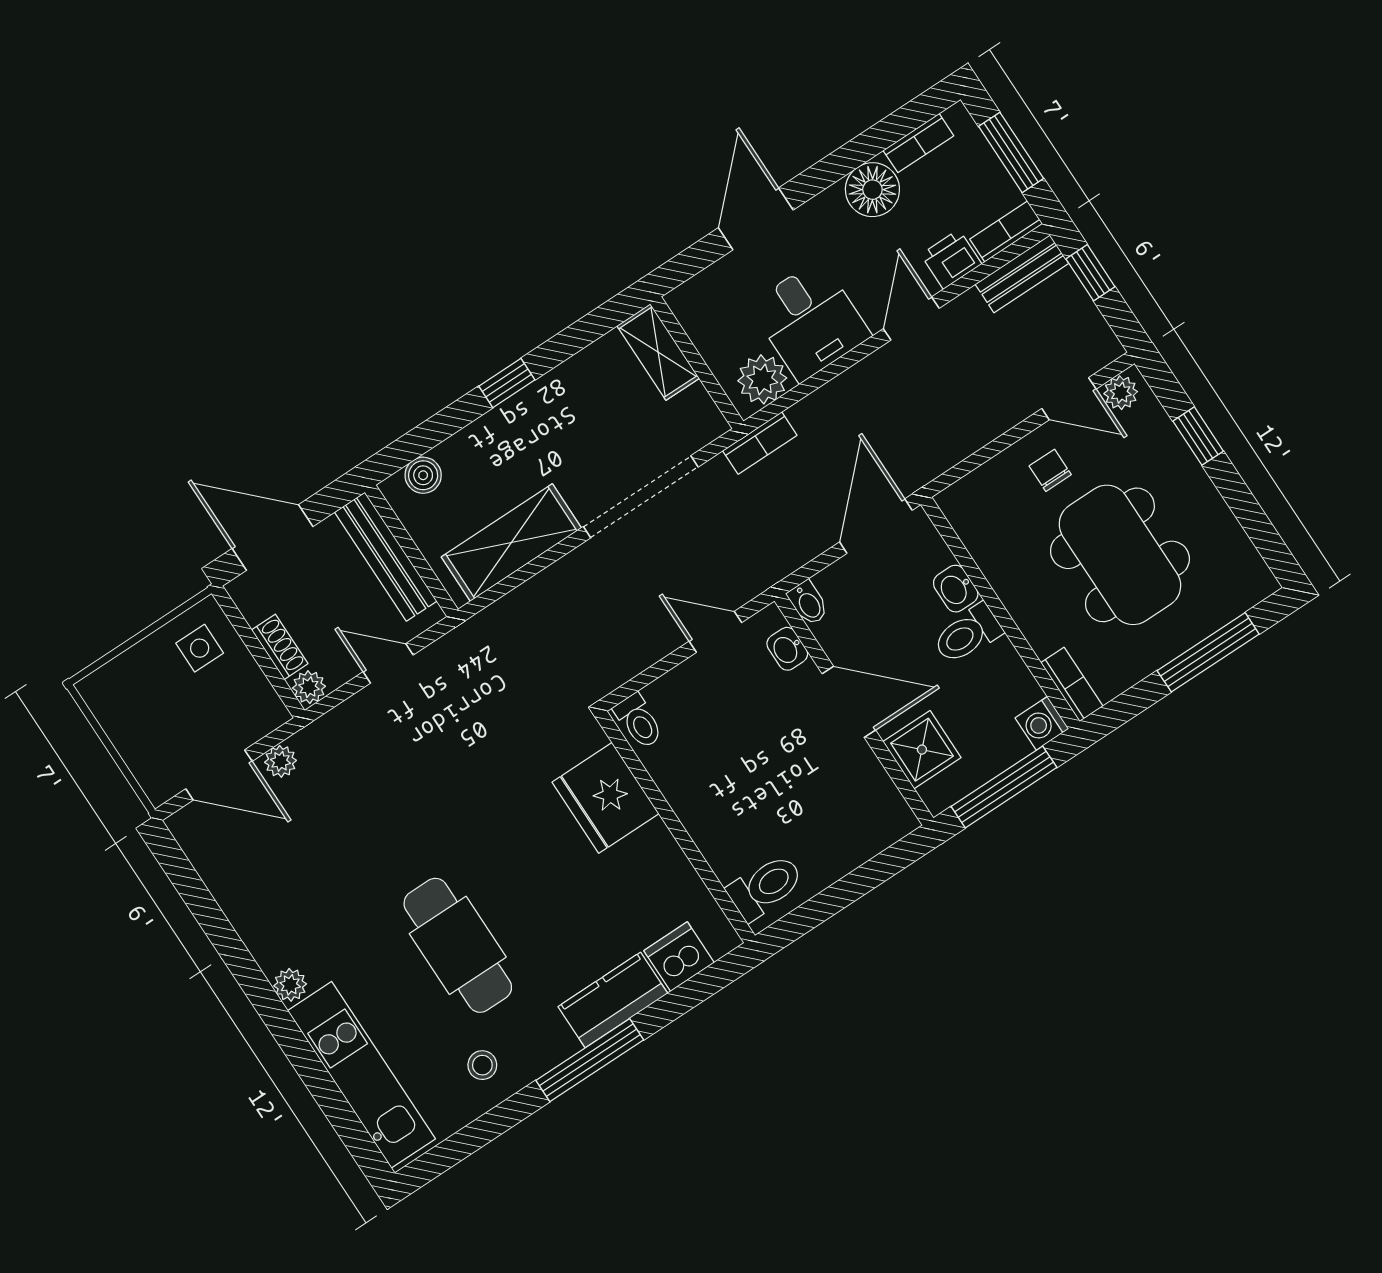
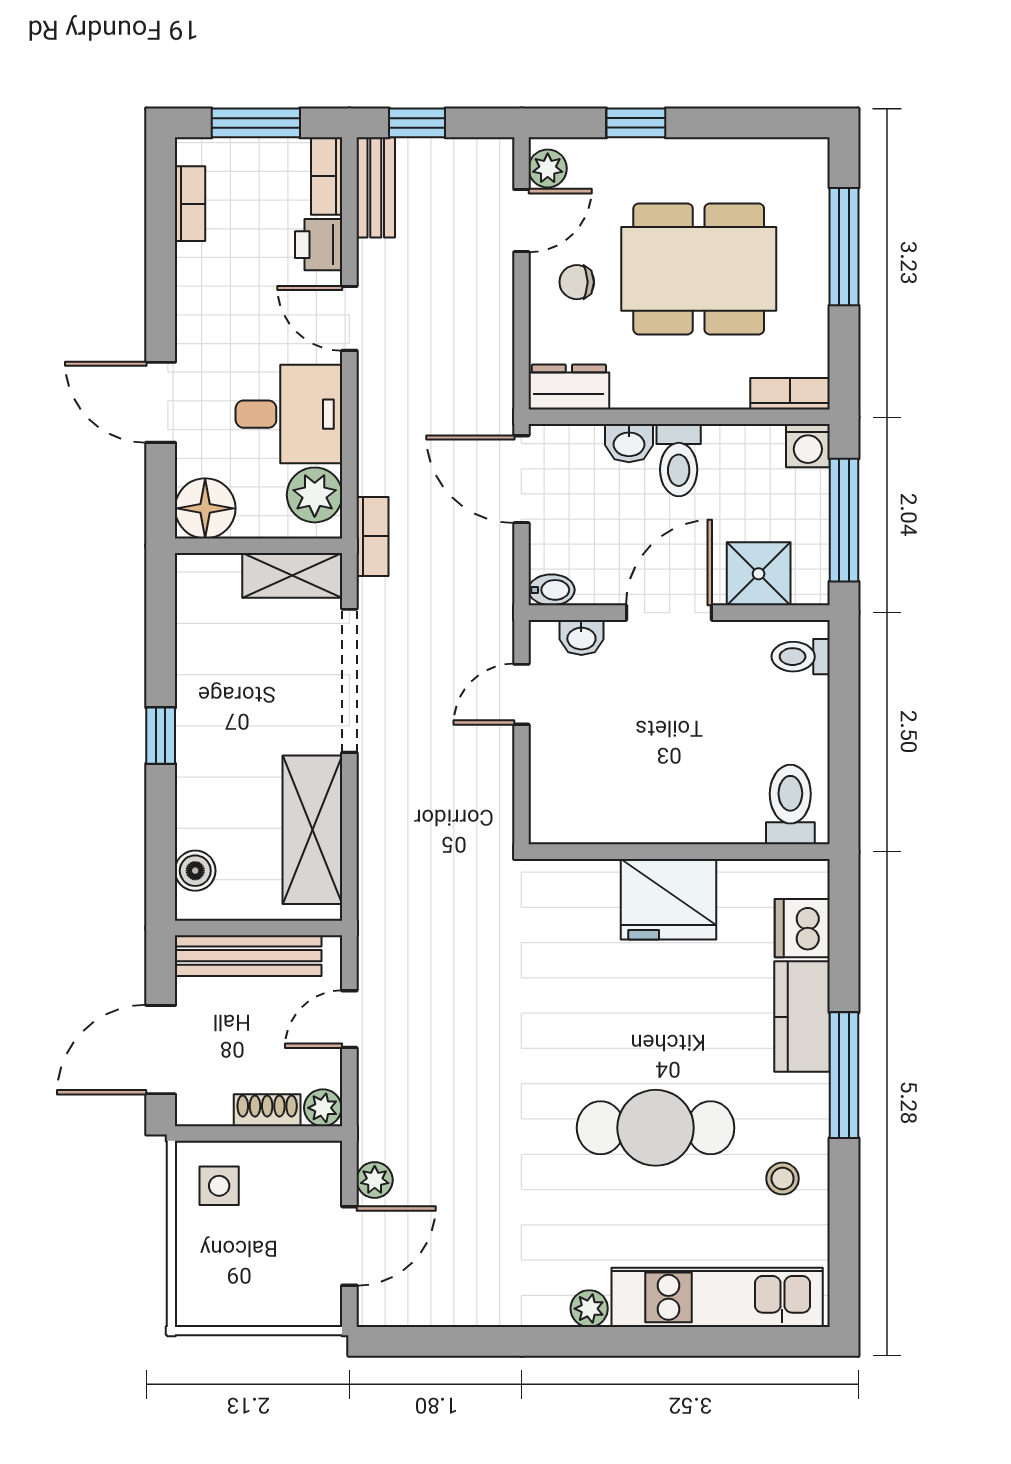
floor lamp: (872, 190) -> (205, 508), moved
shelving: (658, 352) -> (292, 575), moved
dresser: (968, 516) -> (569, 387), added
toilet: (639, 721) -> (801, 657), moved, turned 180
fridge: (605, 798) -> (669, 899), moved

